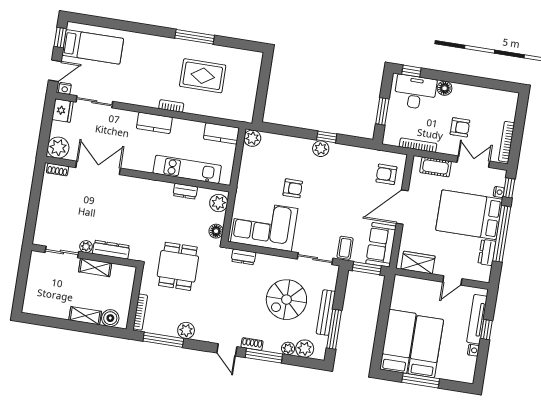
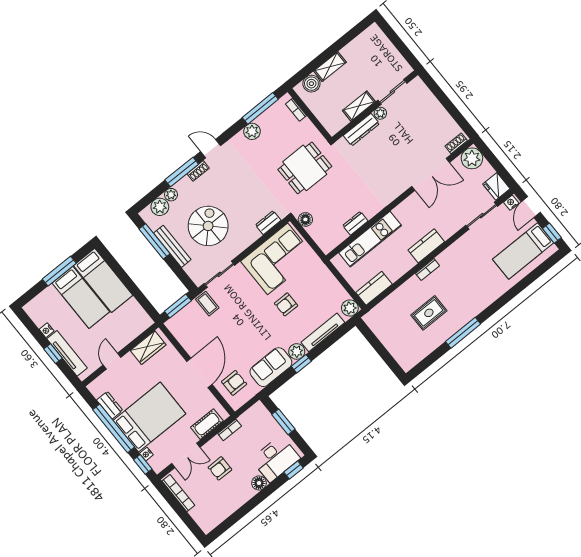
rug: (203, 76) -> (429, 313), width x0.73, depth x0.70
tv unit: (289, 142) -> (323, 332), added
bookcase: (418, 145) -> (230, 430), width x0.64
plant: (219, 203) -> (324, 240), removed
sofa: (381, 245) -> (271, 367), moved, turned -90
dining table: (178, 266) -> (305, 168), turned 90
bookcase: (140, 312) -> (296, 110), width x0.64

